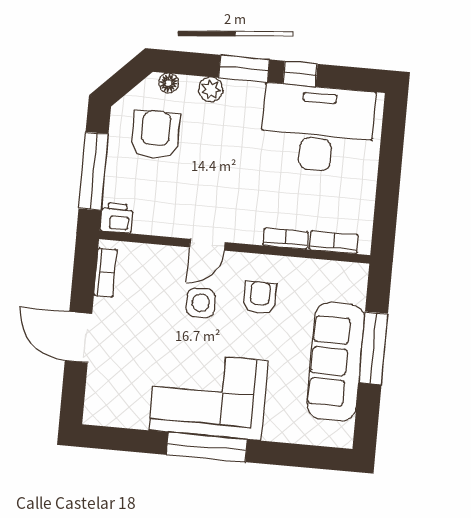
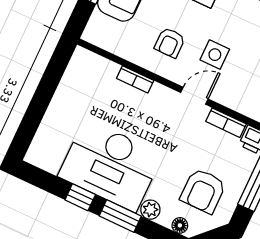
desk: (317, 129) -> (110, 165), moved
bookcase: (334, 242) -> (226, 123), moved

